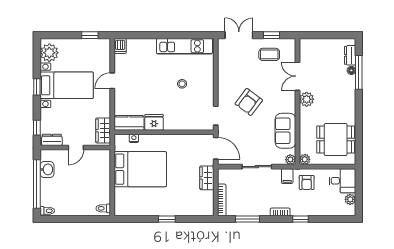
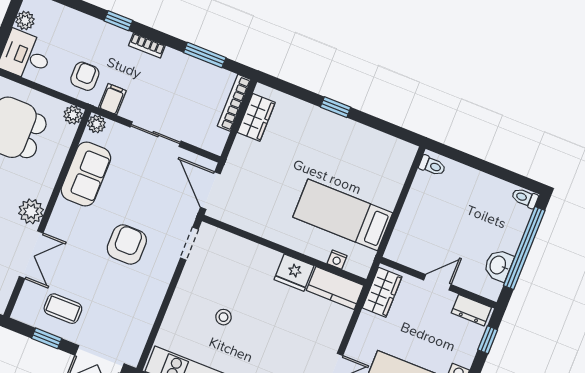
armchair: (249, 102) -> (127, 244), turned -37
bed: (140, 169) -> (343, 215), width x0.67
wardrobe: (207, 178) -> (256, 117), moved

